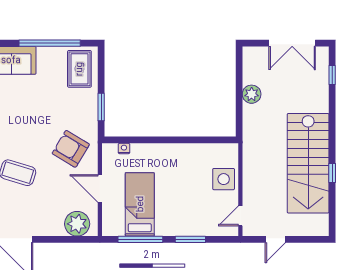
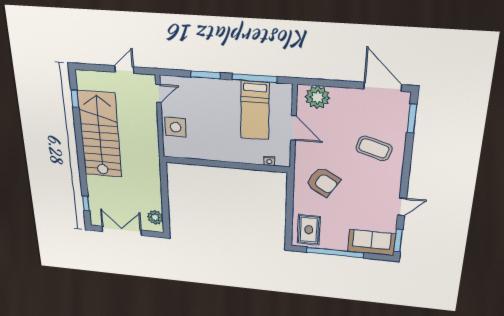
plant: (252, 94) -> (155, 217), moved
window: (101, 107) -> (290, 197), removed
armchair: (71, 149) -> (323, 182), moved
window: (332, 173) -> (75, 99), moved

